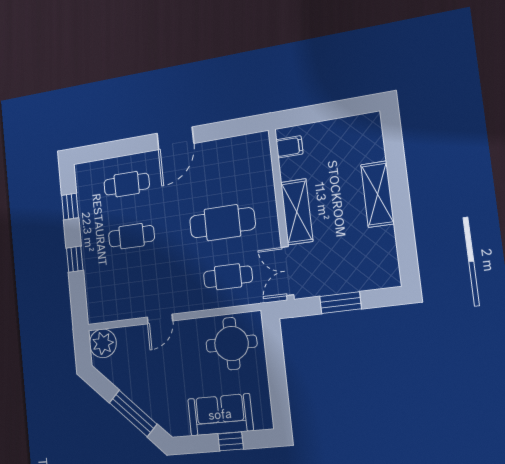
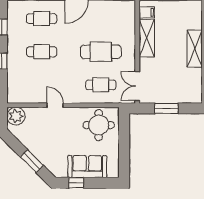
shelving: (297, 212) -> (147, 38), moved
door: (160, 319) -> (55, 105), swing flipped
window: (133, 413) -> (32, 161), width x0.69
window: (231, 441) -> (76, 183), moved

